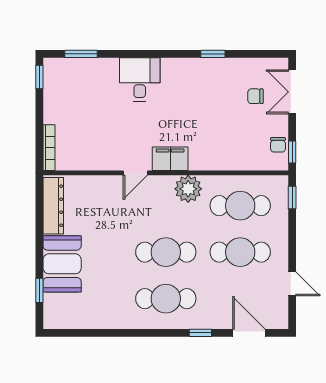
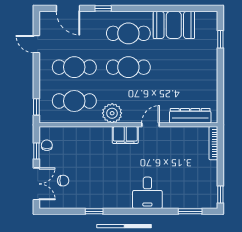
window: (292, 152) -> (36, 151), moved
dresser: (53, 206) -> (190, 116), moved, turned 90
booth: (62, 264) -> (174, 25), moved, turned 90

